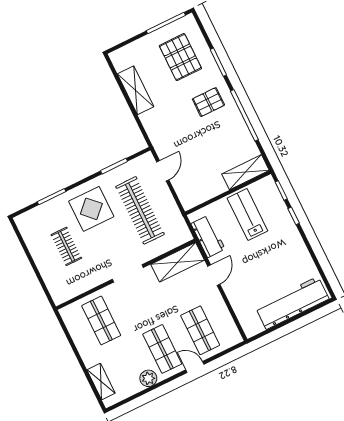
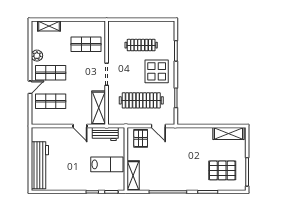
shelving: (136, 90) -> (229, 133), moved
pallet: (208, 102) -> (141, 138), moved
clothes rail: (66, 246) -> (141, 45), width x1.36

